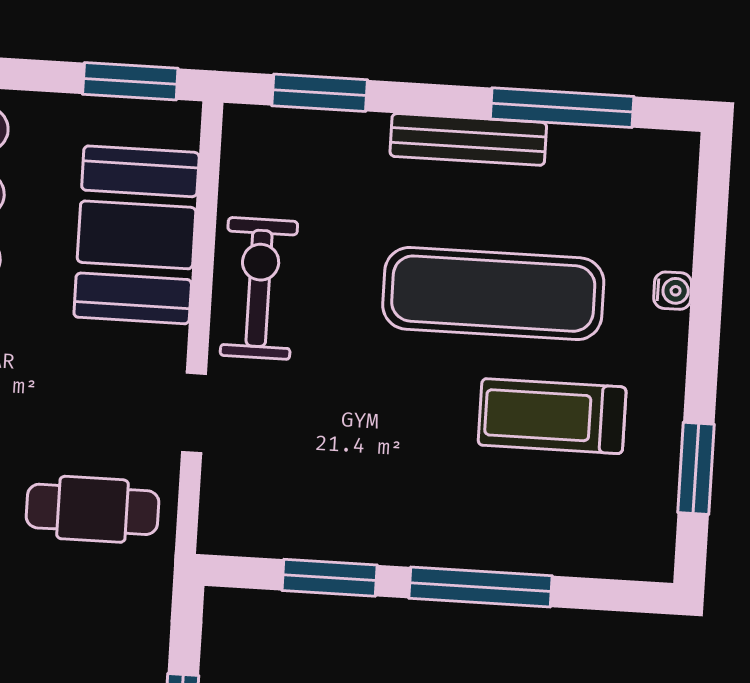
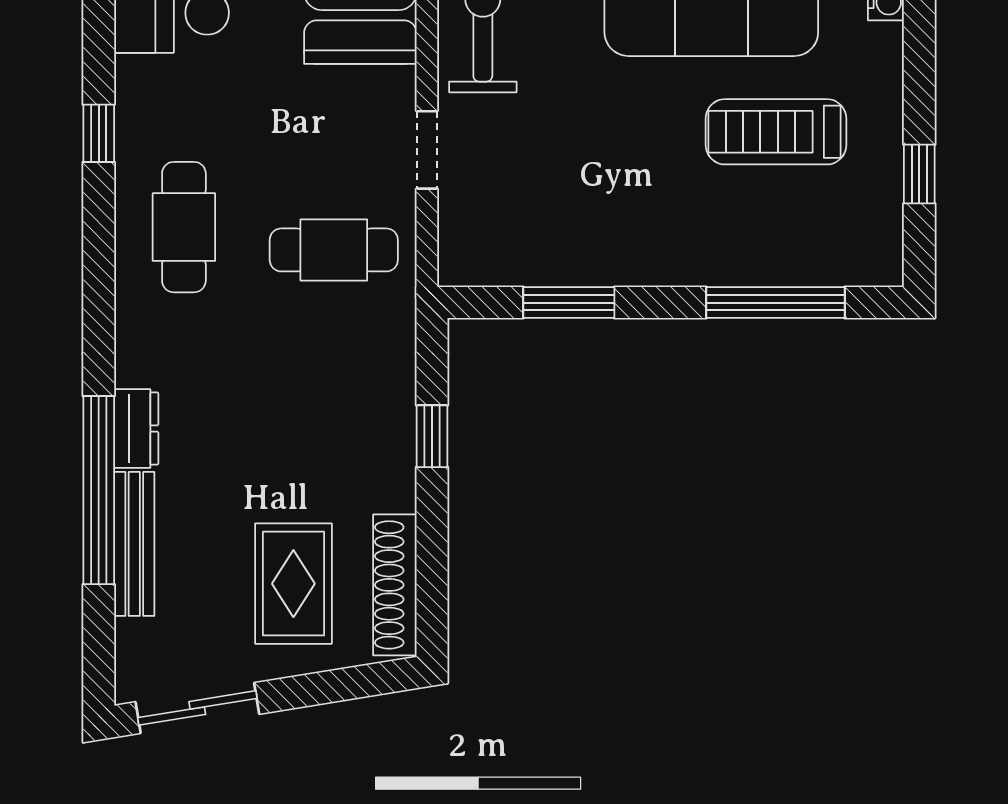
window: (696, 468) -> (919, 174), width x0.67
window: (481, 587) -> (776, 303), moved

